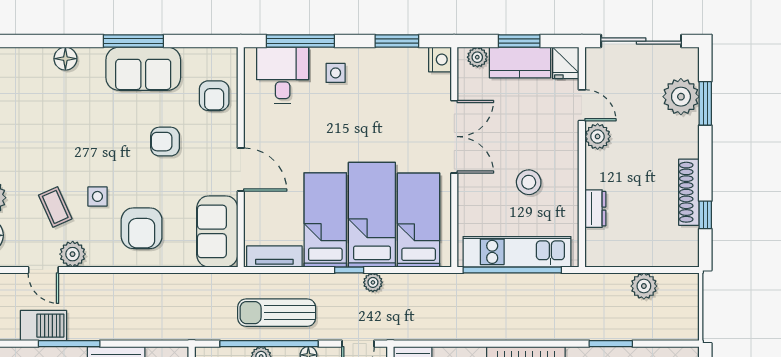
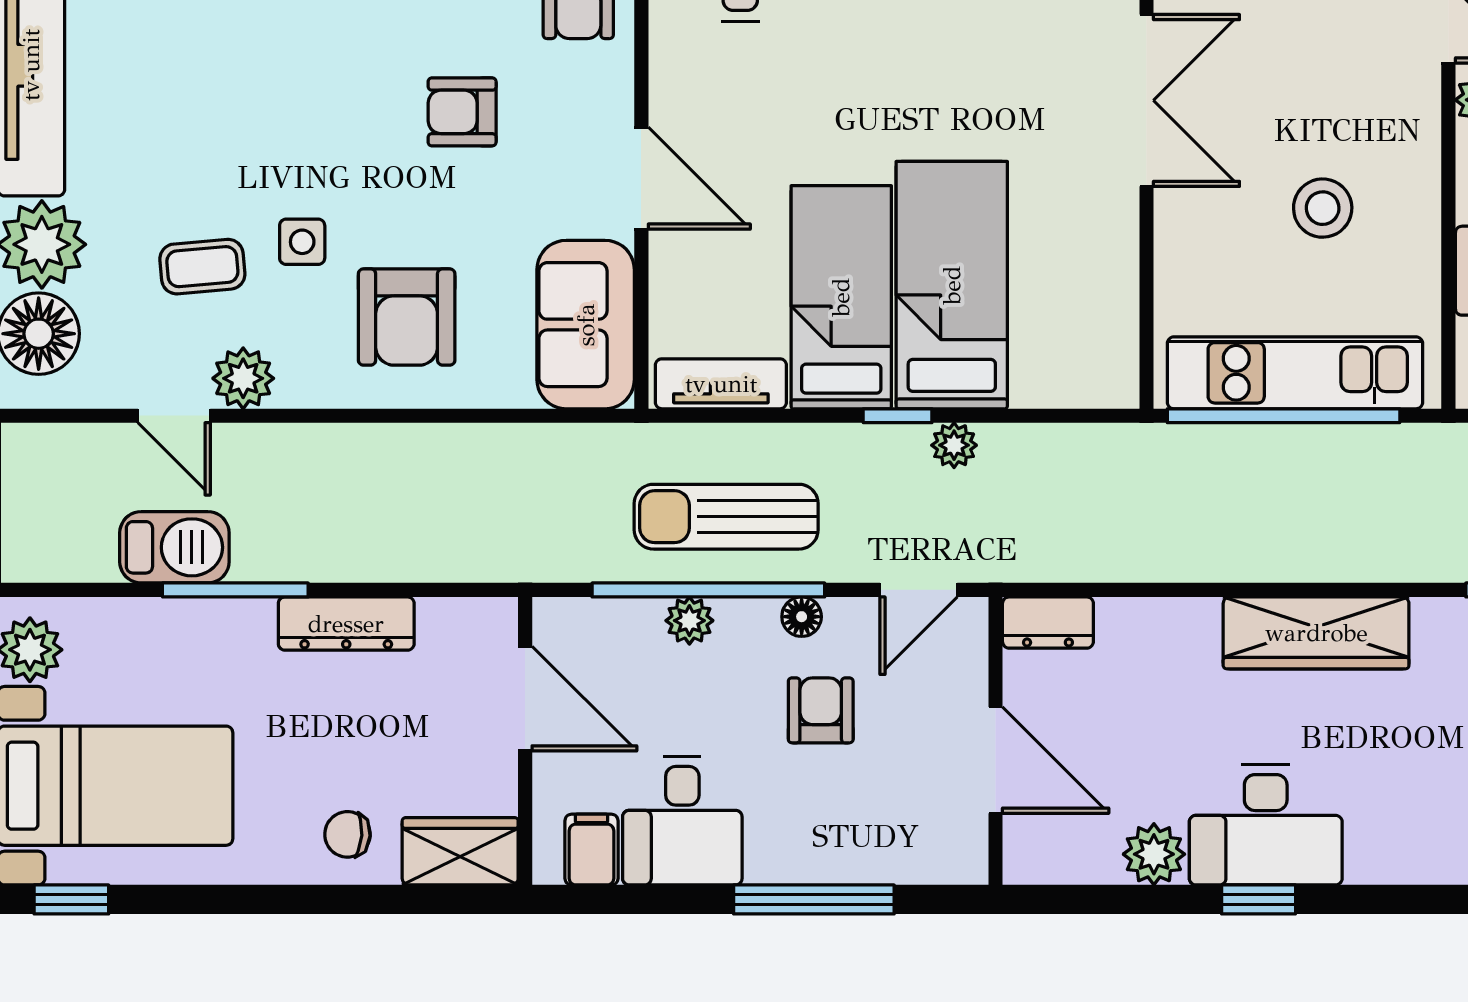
coffee table: (55, 207) -> (202, 267), turned -71
bed: (419, 220) -> (1062, 298), removed

